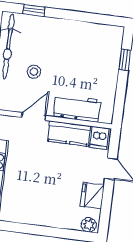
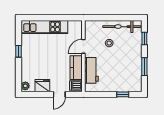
window: (82, 17) -> (144, 67), added
door: (34, 116) -> (83, 46), swing flipped
window: (28, 229) -> (18, 51), added

